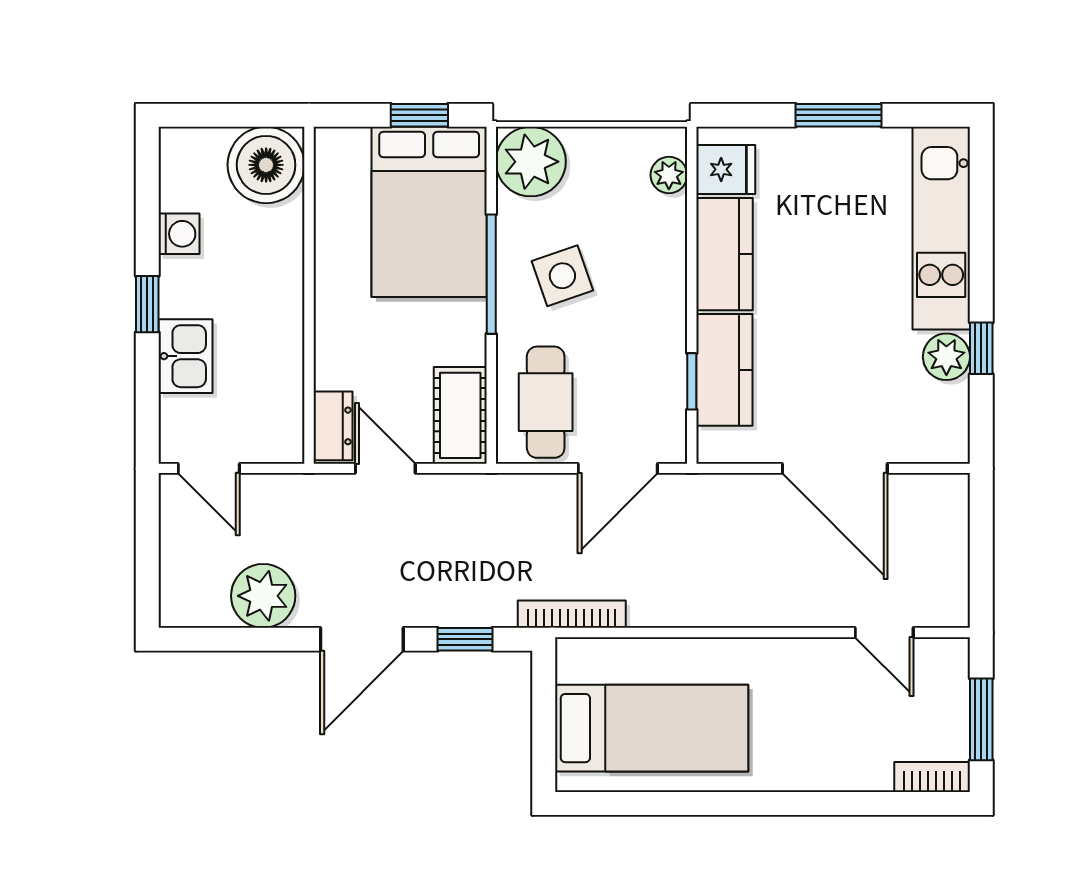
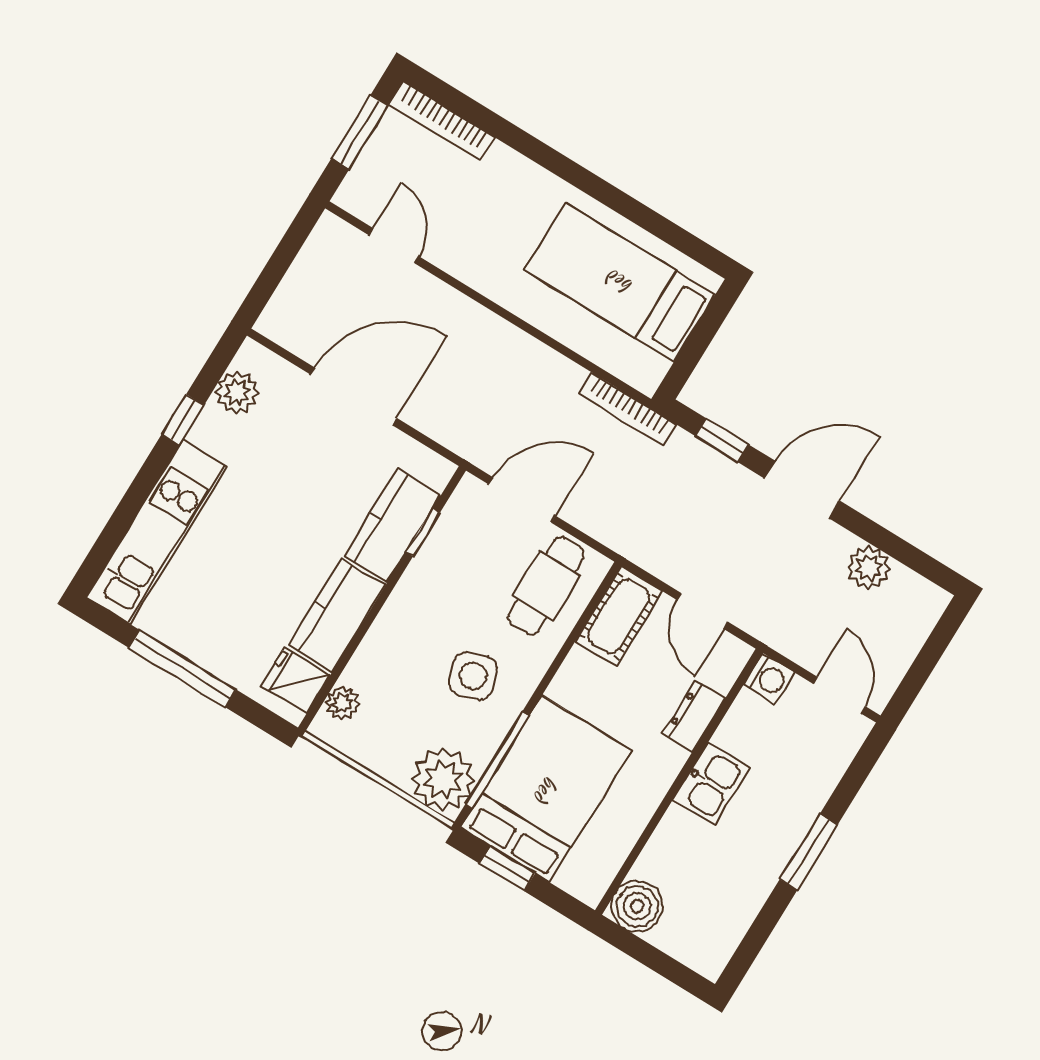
window: (838, 115) -> (182, 669), width x1.44
boiler: (266, 165) -> (637, 906), width x0.73, depth x0.73
washing machine: (179, 234) -> (769, 679), moved, turned 180
window: (491, 274) -> (497, 760), moved
window: (147, 304) -> (809, 852), width x1.50
kitchen sink: (185, 356) -> (711, 784), moved, turned 180
plant: (946, 357) -> (237, 392), moved
dresser: (333, 426) -> (694, 716), moved
door: (835, 468) -> (354, 396), hinge flipped
plant: (263, 596) -> (869, 568), width x0.73, depth x0.73
bookcase: (932, 777) -> (442, 121), width x1.56

